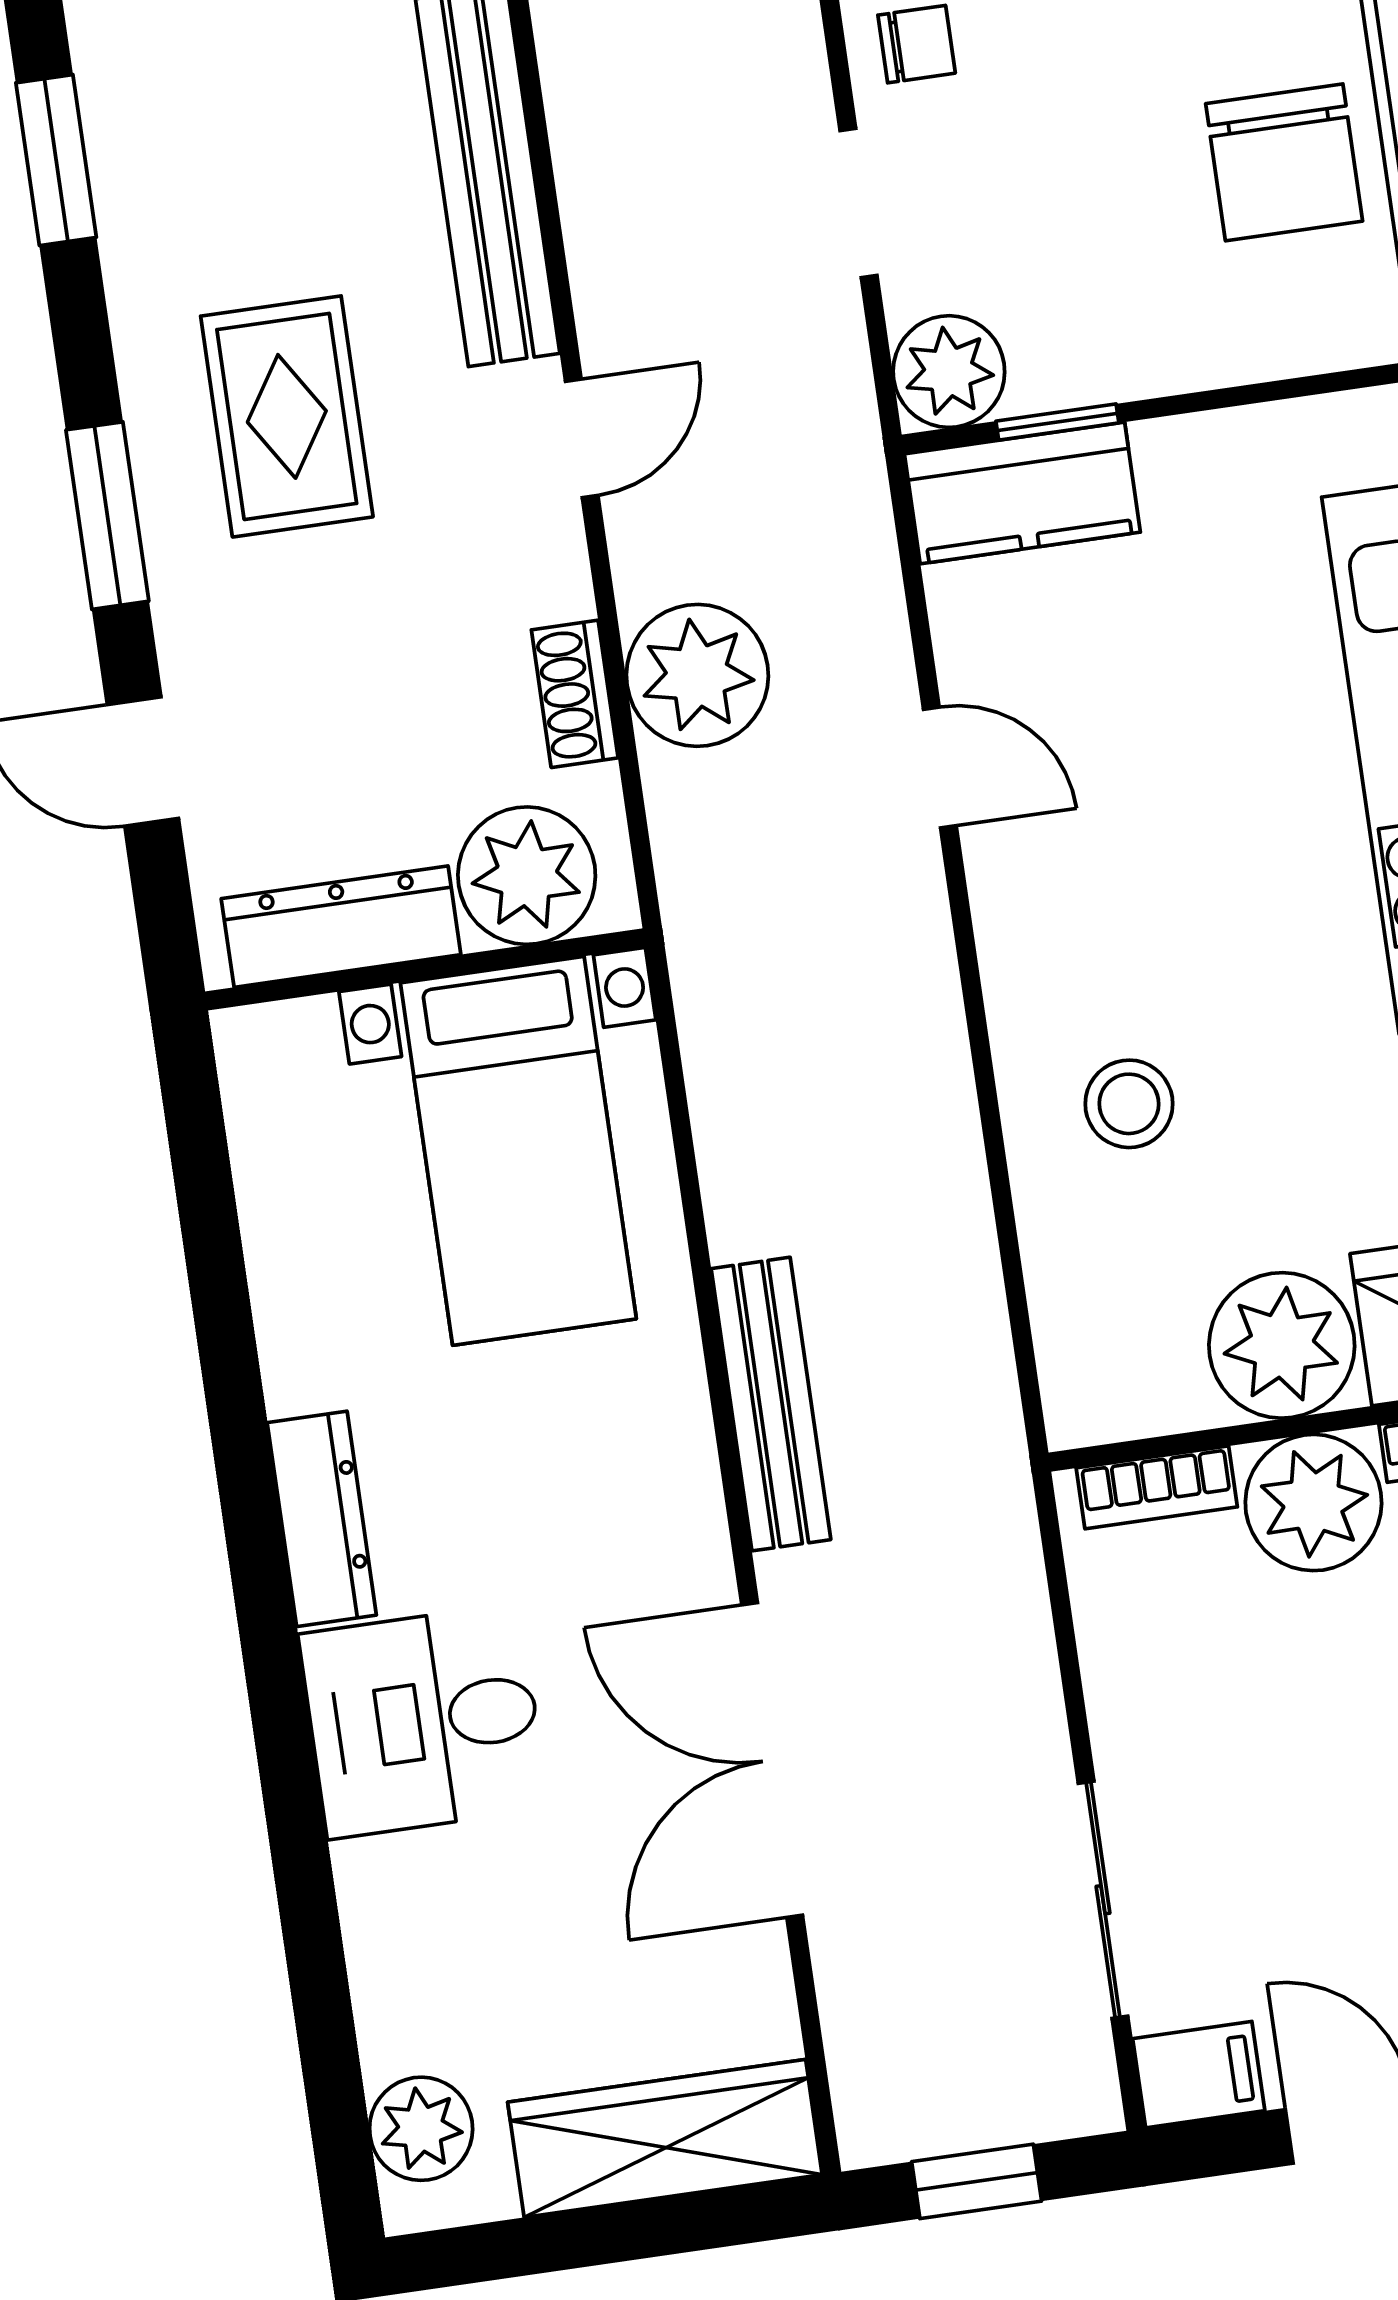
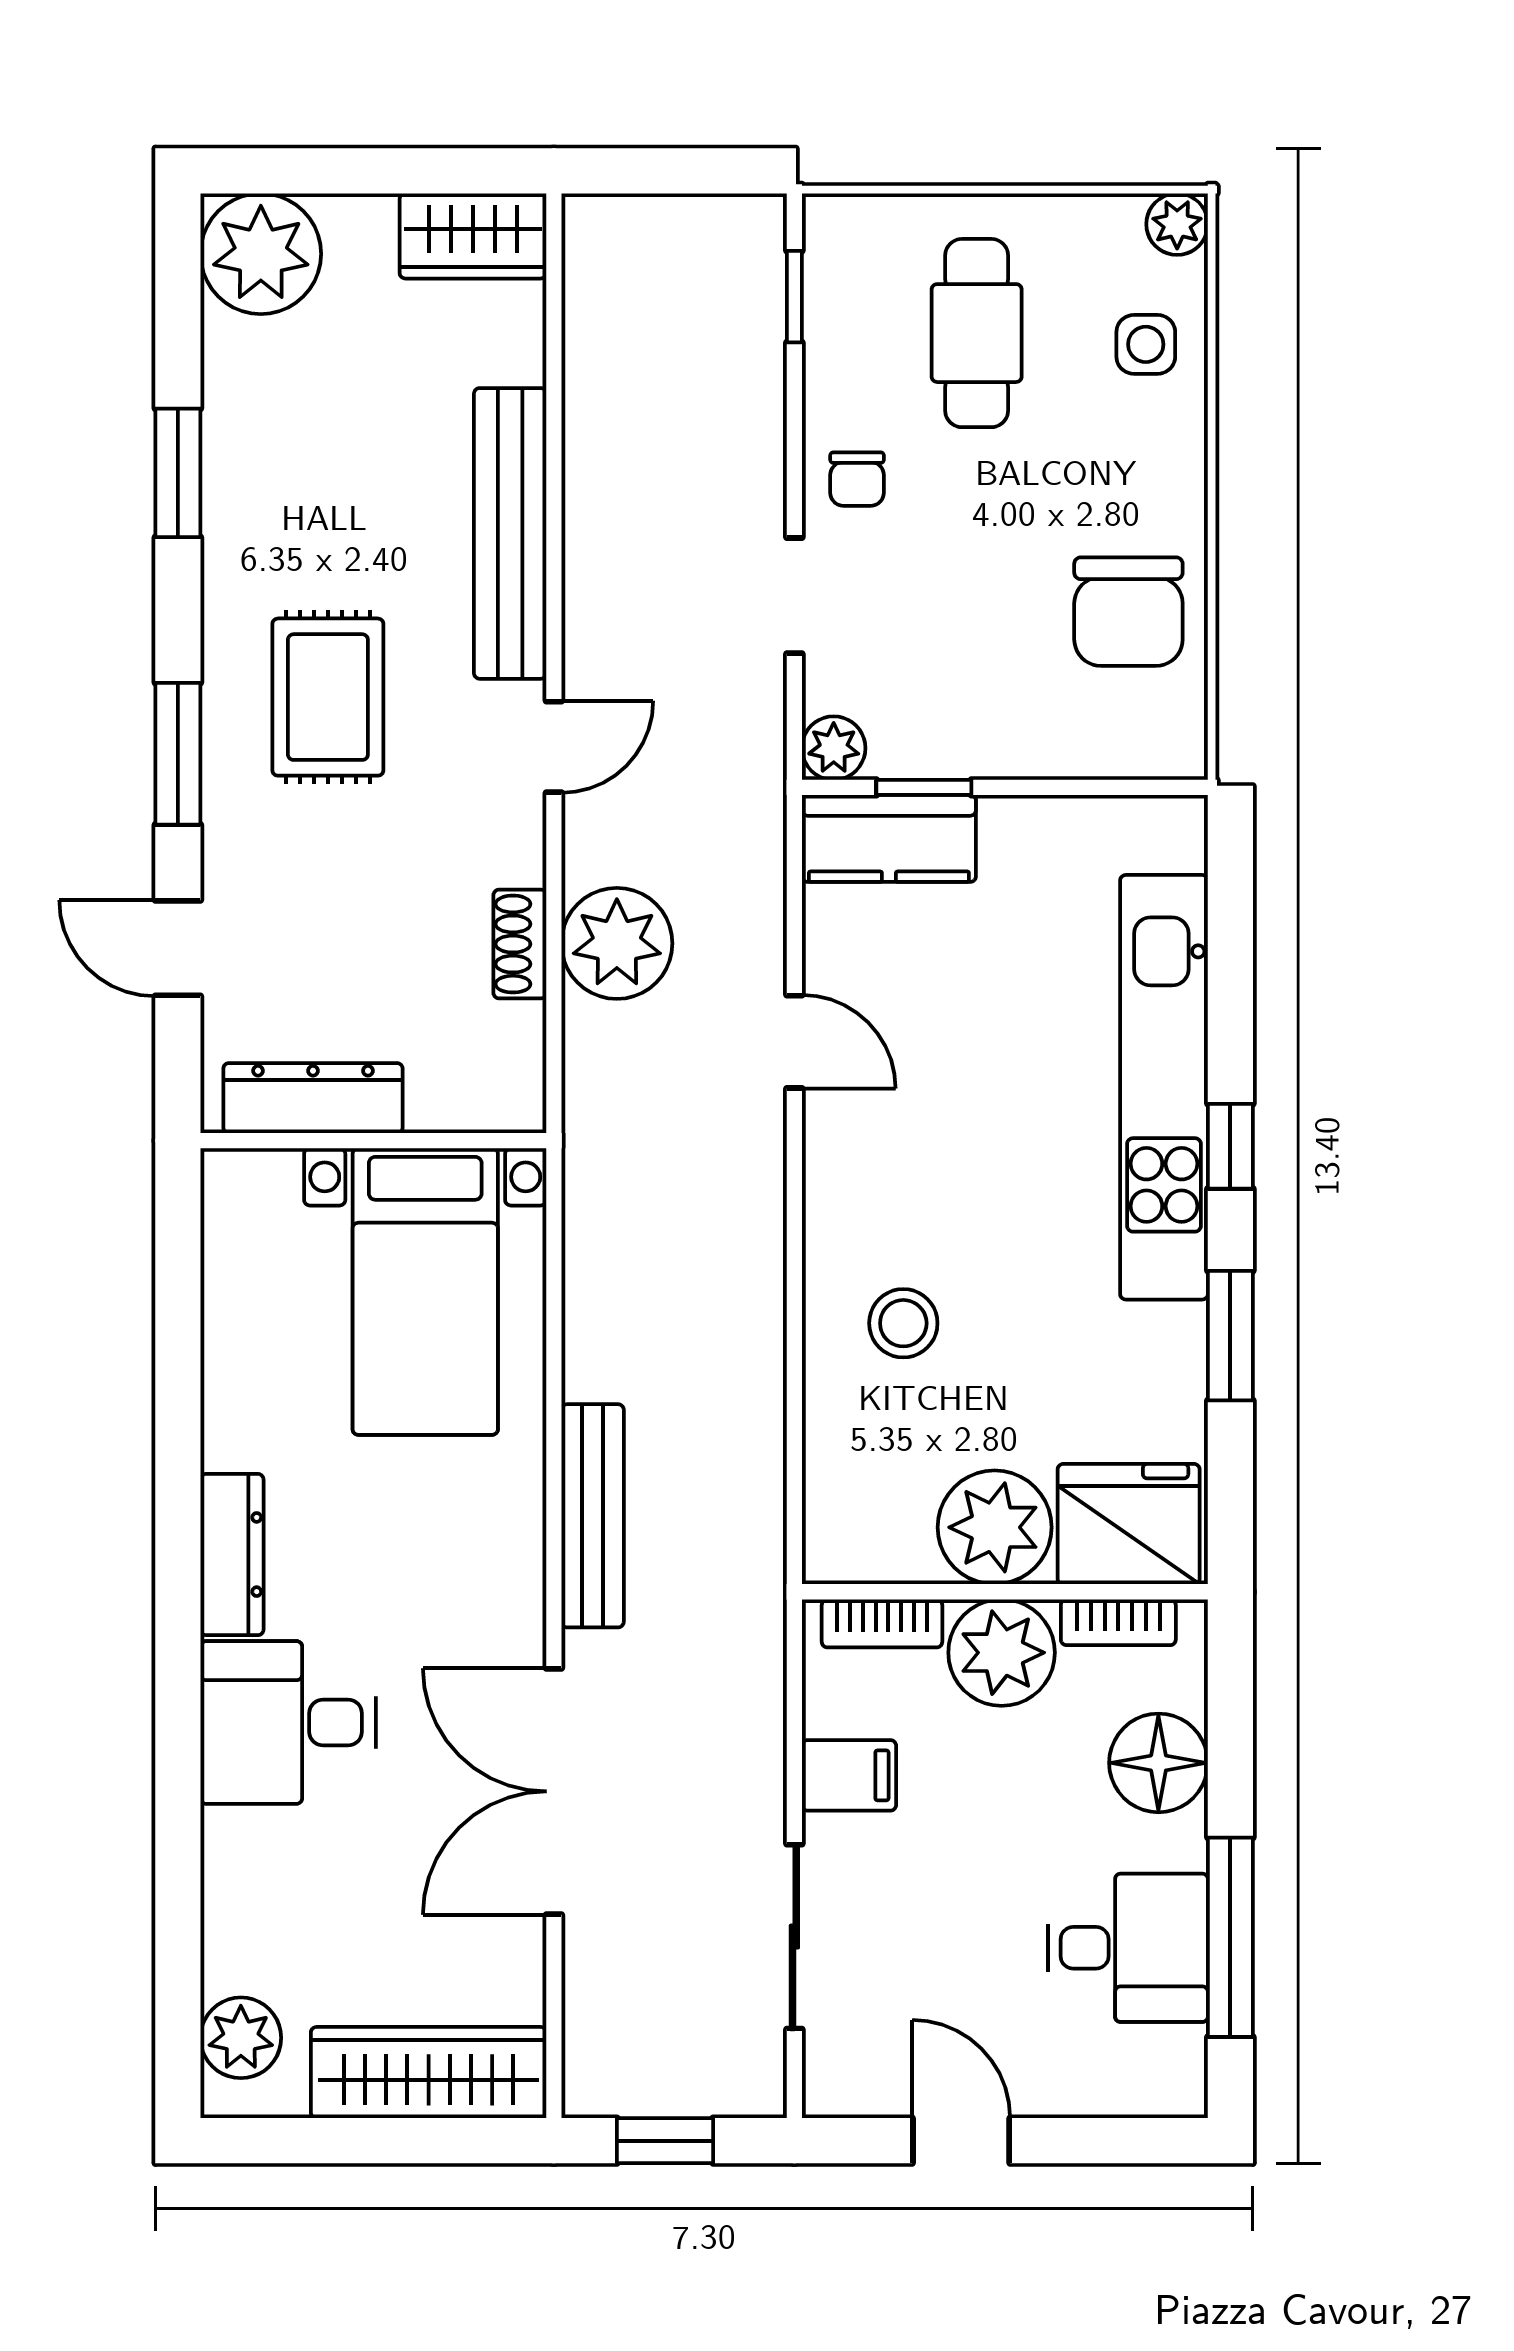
chair: (917, 44) -> (857, 479), turned 90
plant: (949, 372) -> (834, 748), width x0.73, depth x0.73
plant: (527, 876) -> (462, 1079), removed
filing cabinet: (1199, 2075) -> (849, 1775), moved

